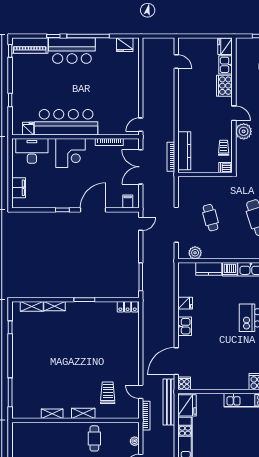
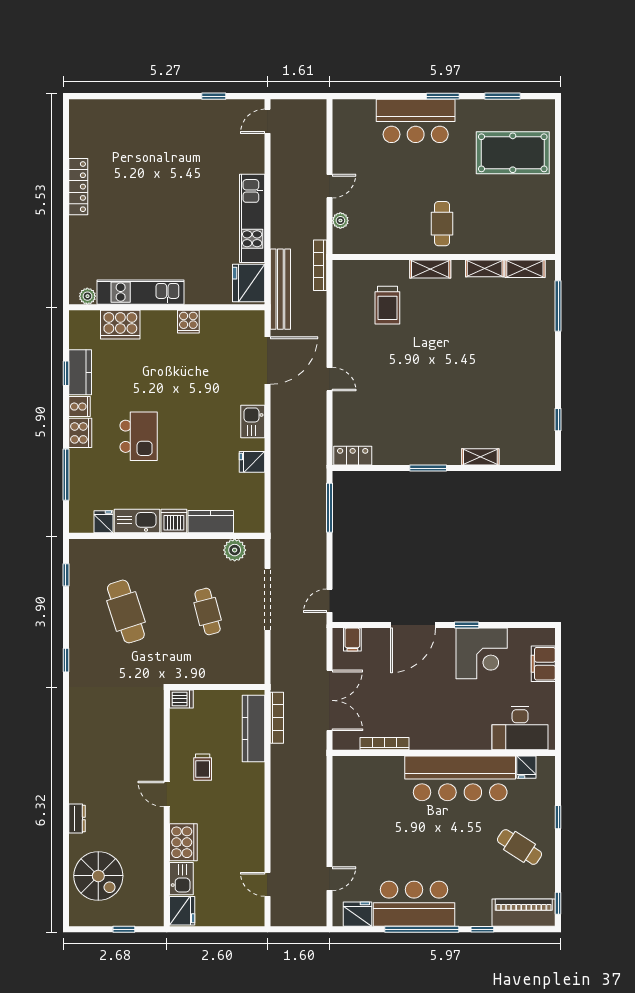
bar counter: (72, 51) -> (414, 904), moved
cafe table: (32, 83) -> (520, 847), added
door: (141, 125) -> (329, 879), moved
plant: (244, 131) -> (150, 762), removed
trolley: (224, 148) -> (203, 767), moved
corner desk: (70, 153) -> (482, 653), moved, turned 180
shelving: (32, 306) -> (525, 269), moved
cooker: (184, 383) -> (188, 322), moved
door: (141, 392) -> (329, 379), moved
cafe table: (94, 438) -> (442, 224), moved

